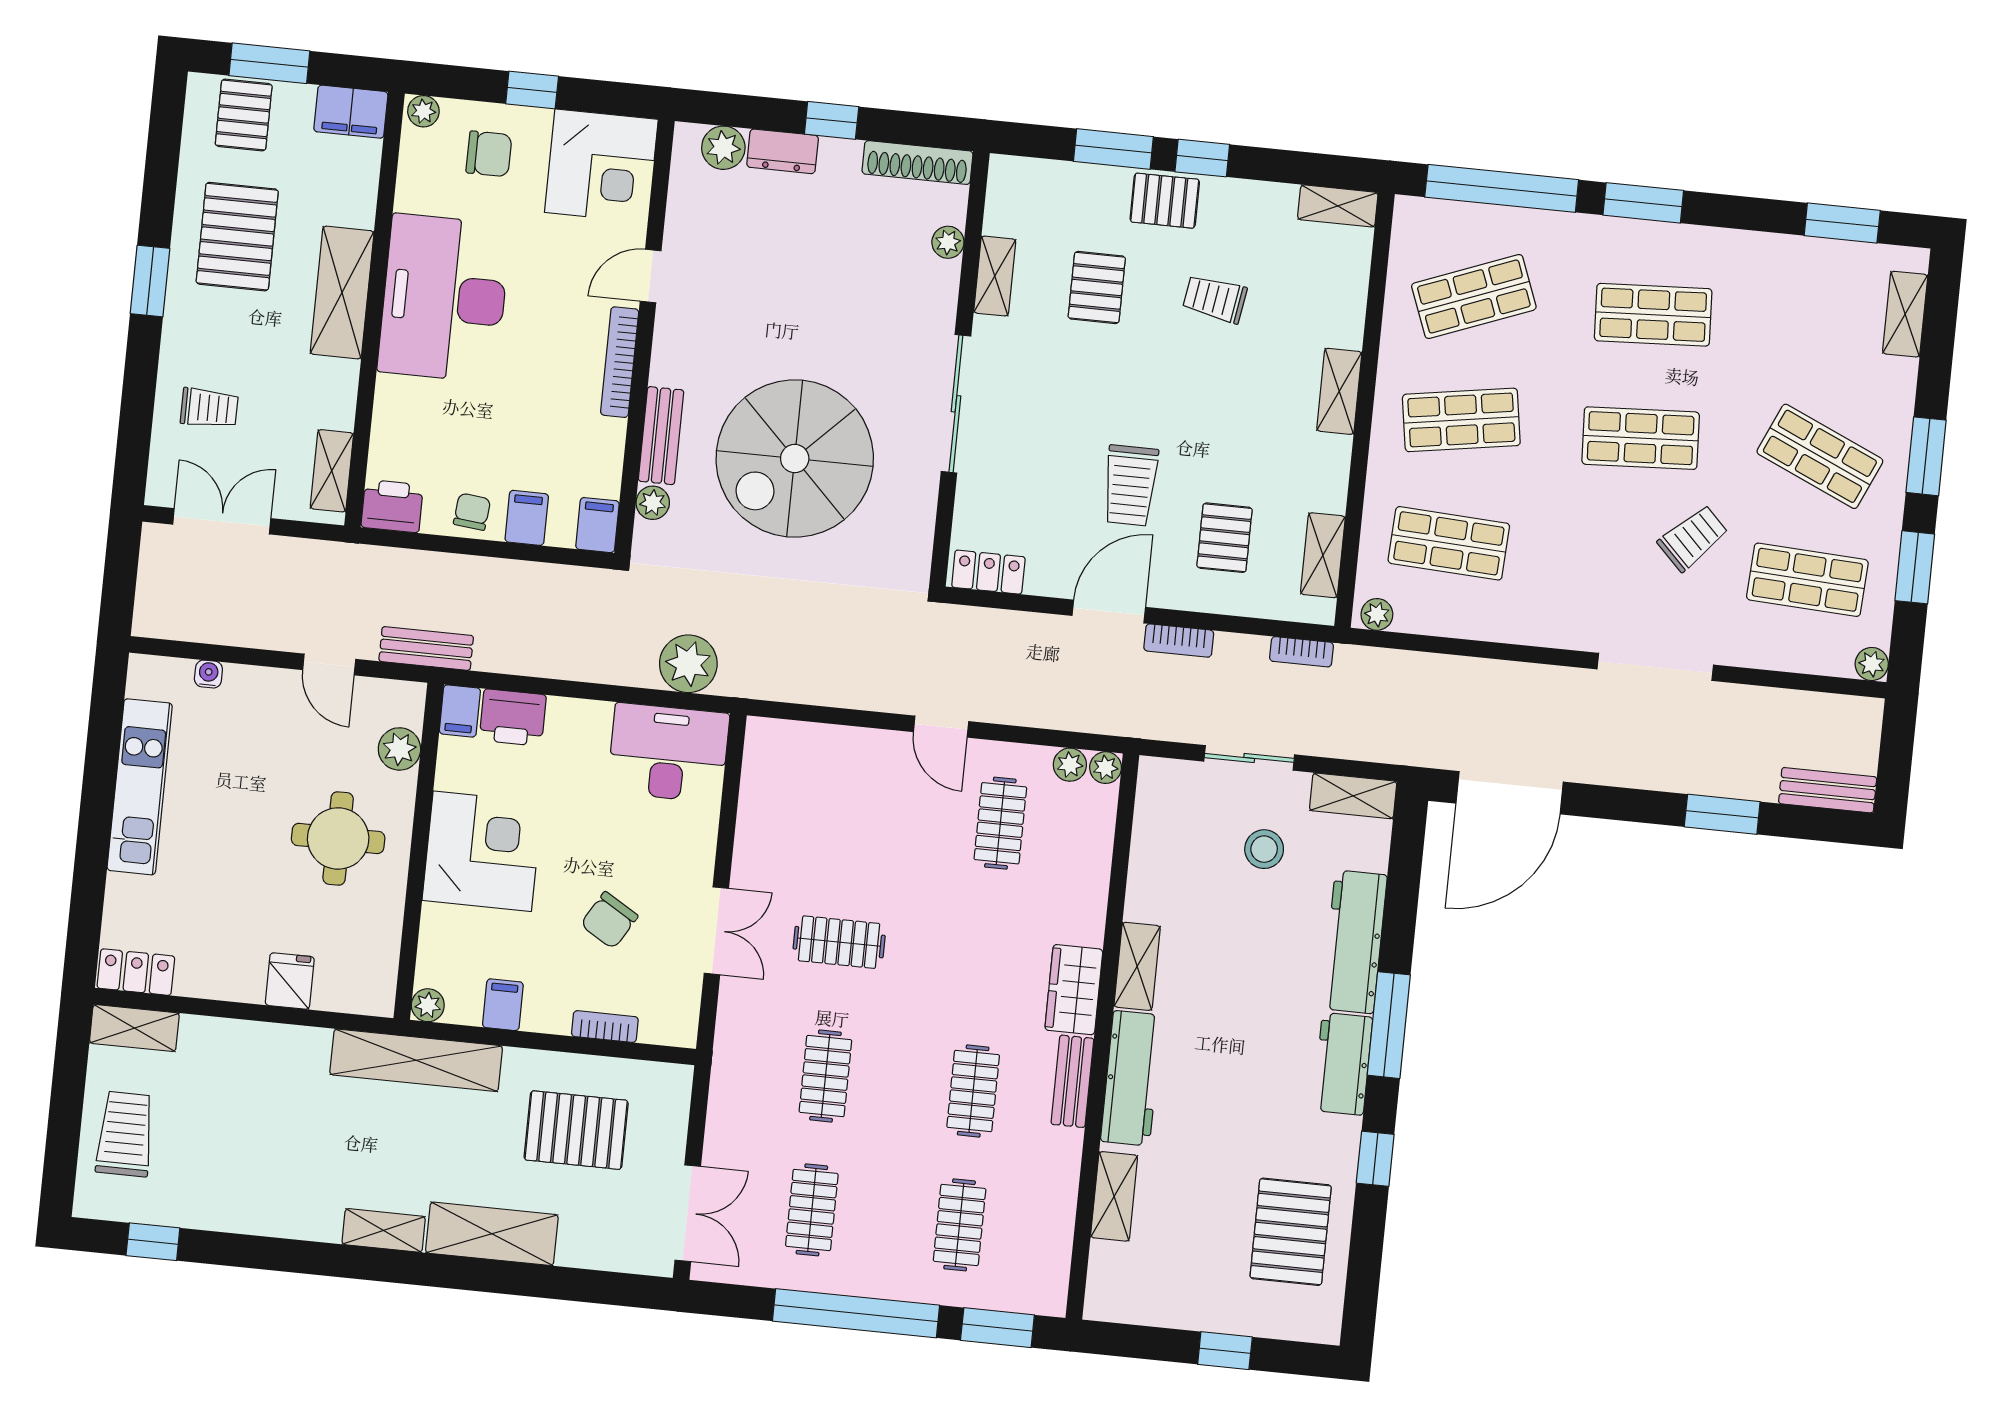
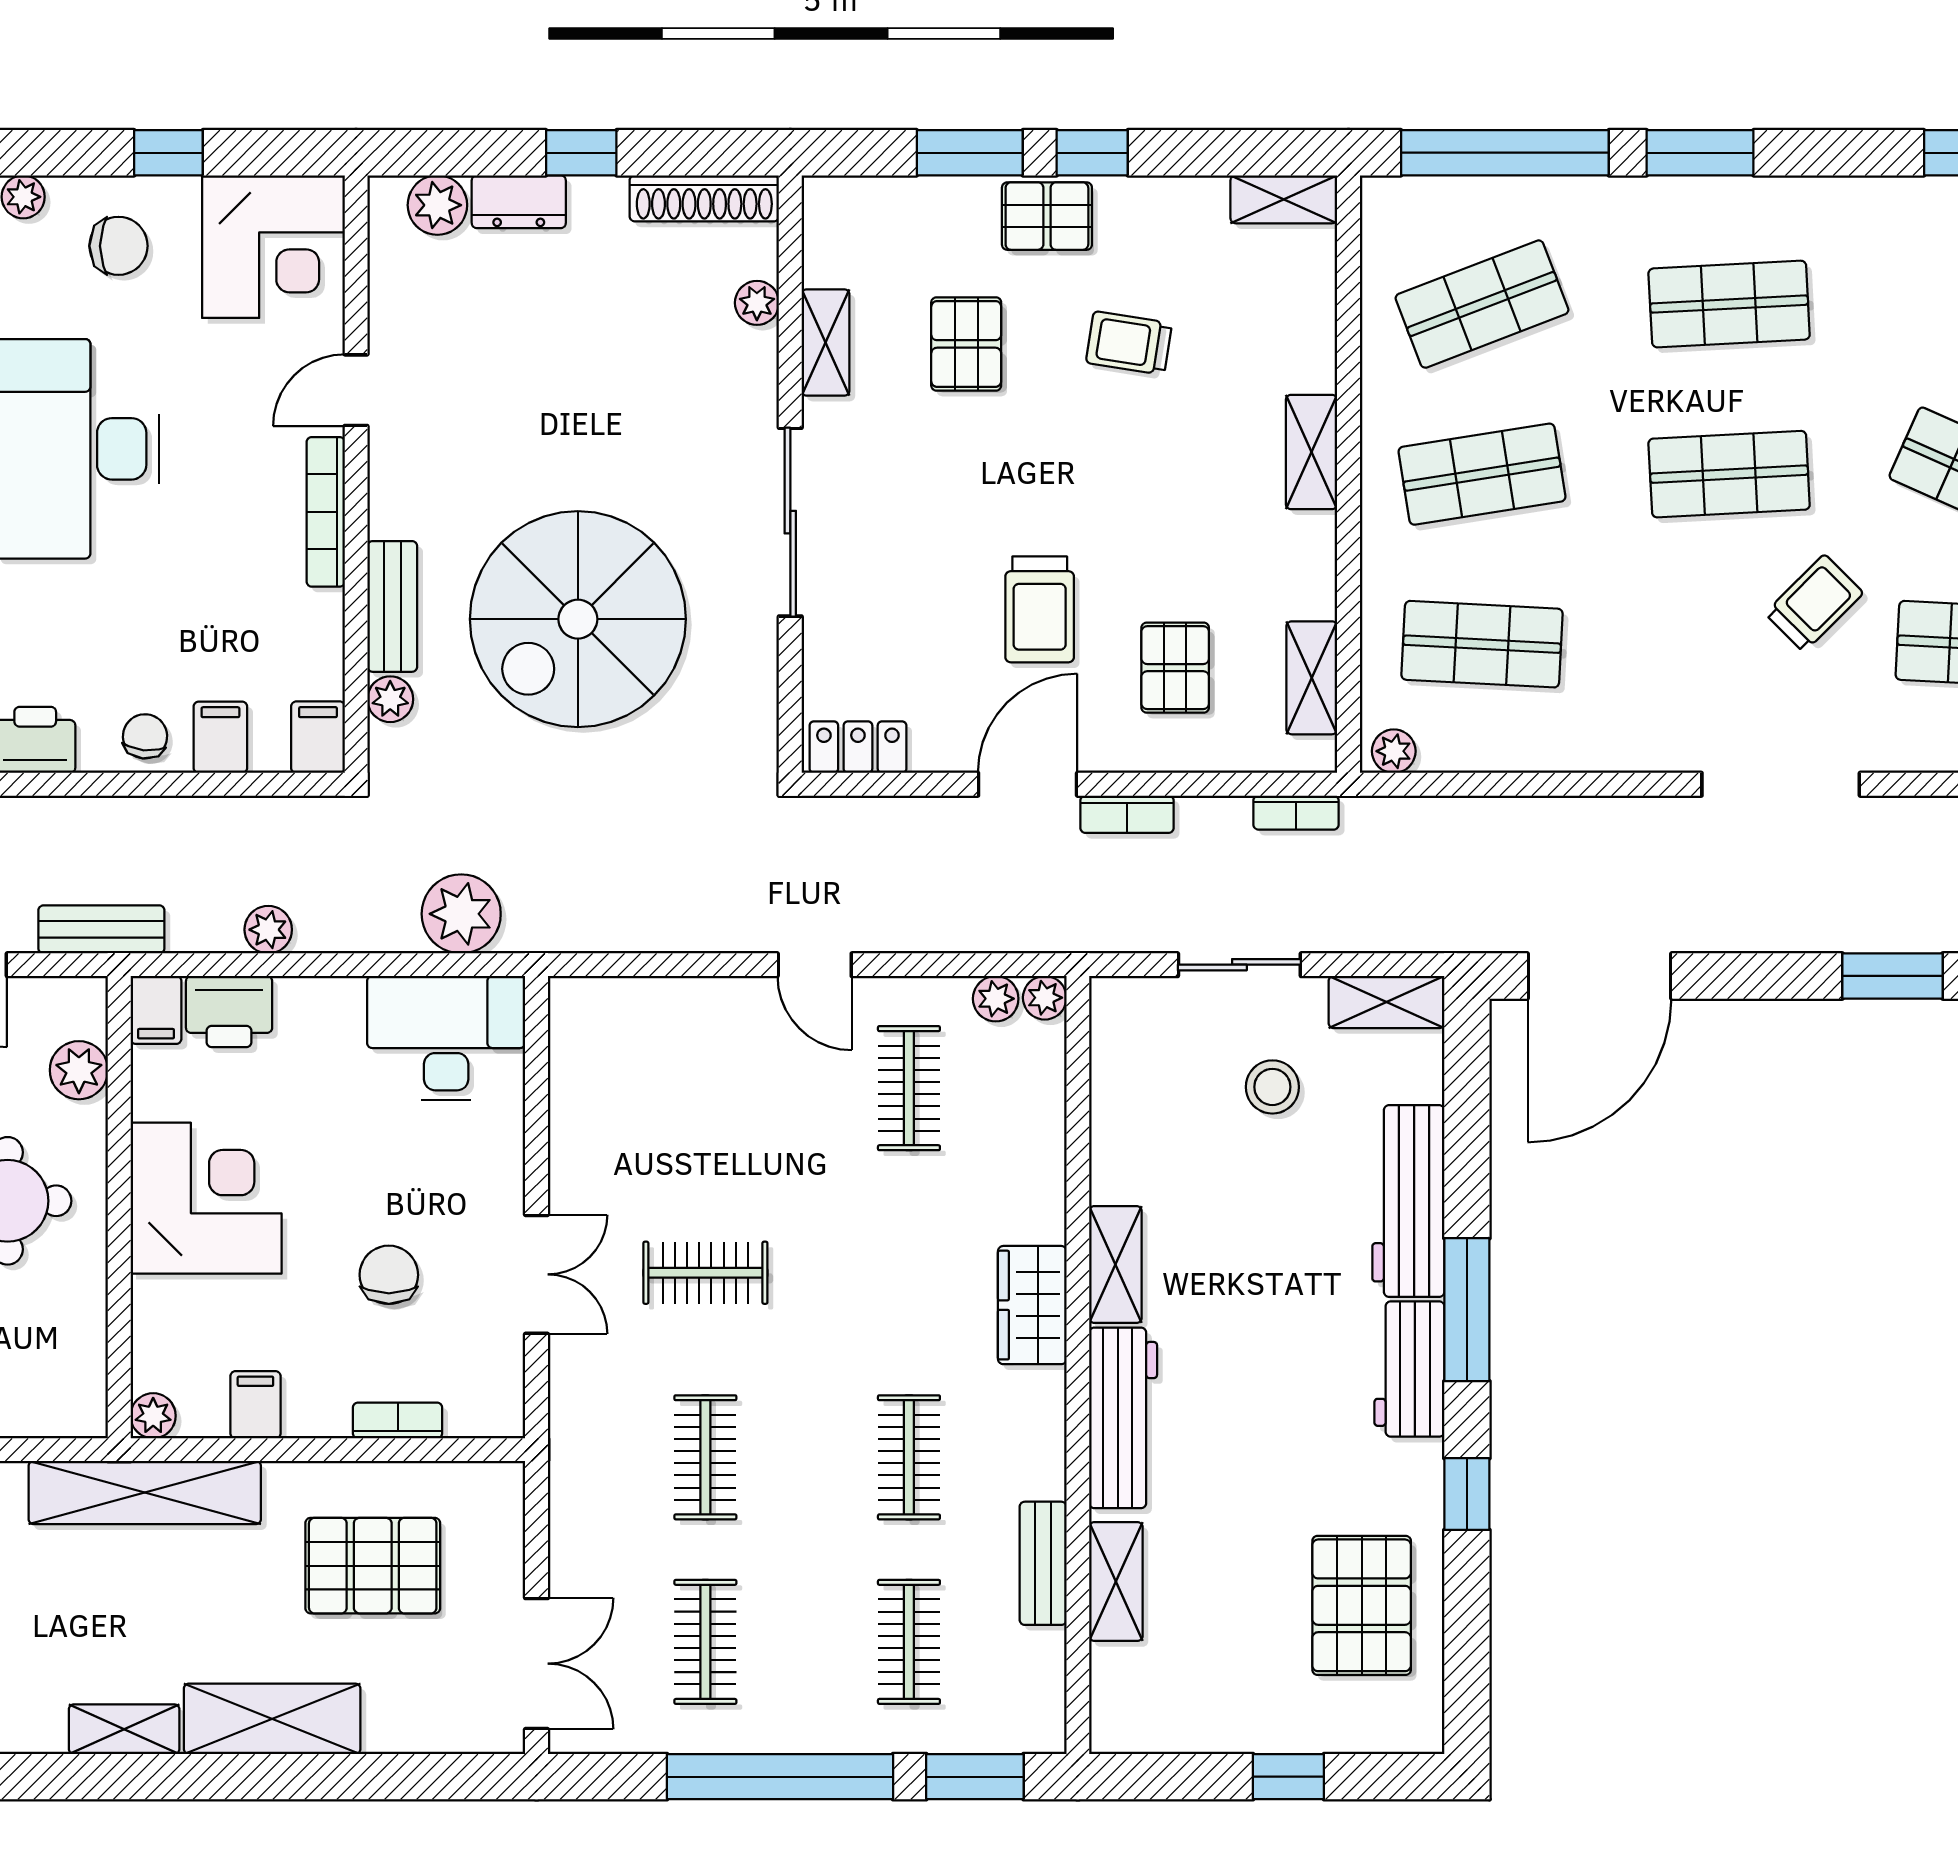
plant: (547, 661) -> (268, 930), added
chair: (609, 920) -> (389, 1275), turned 149
bench: (1072, 1081) -> (1043, 1563), moved

